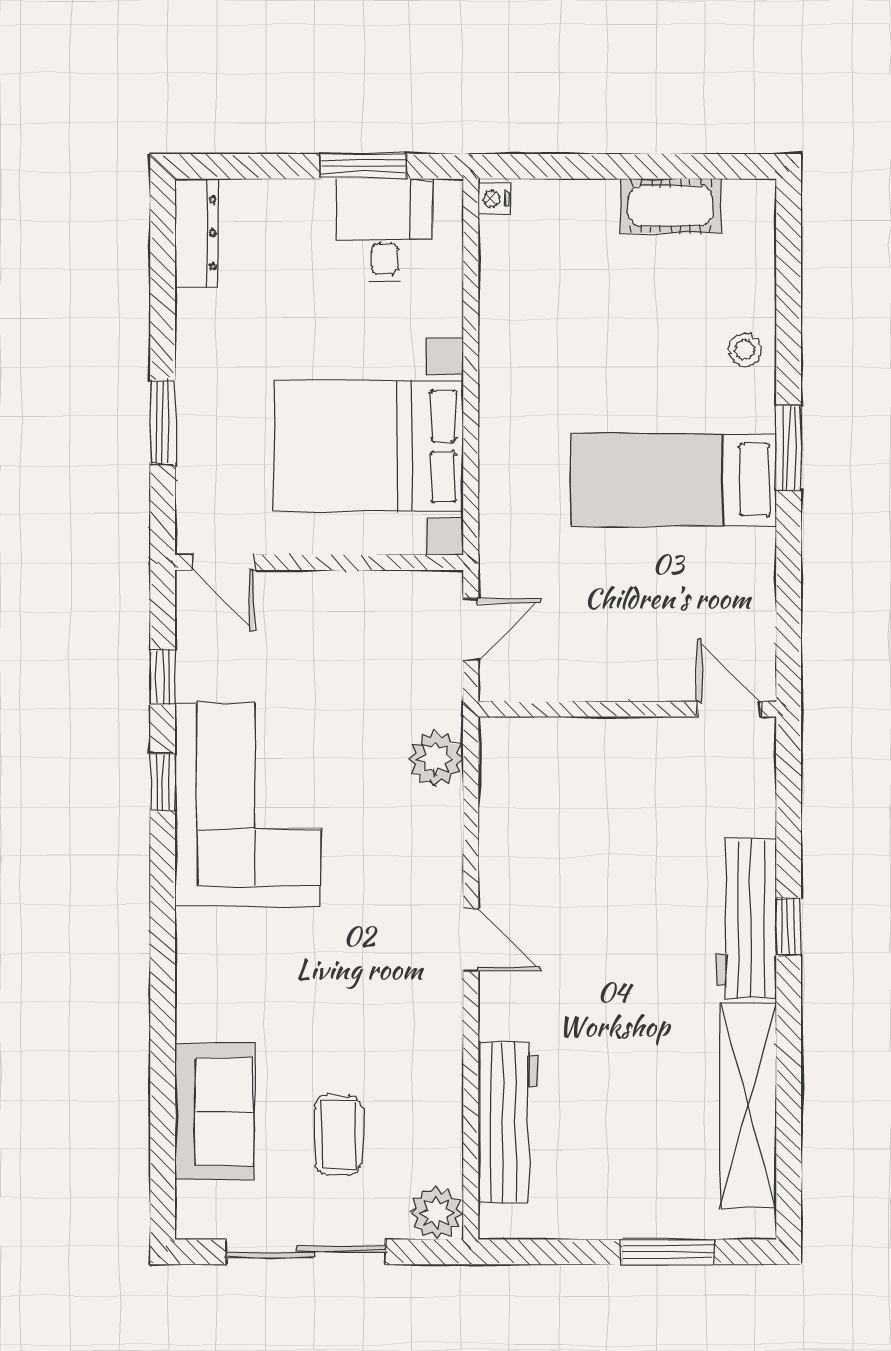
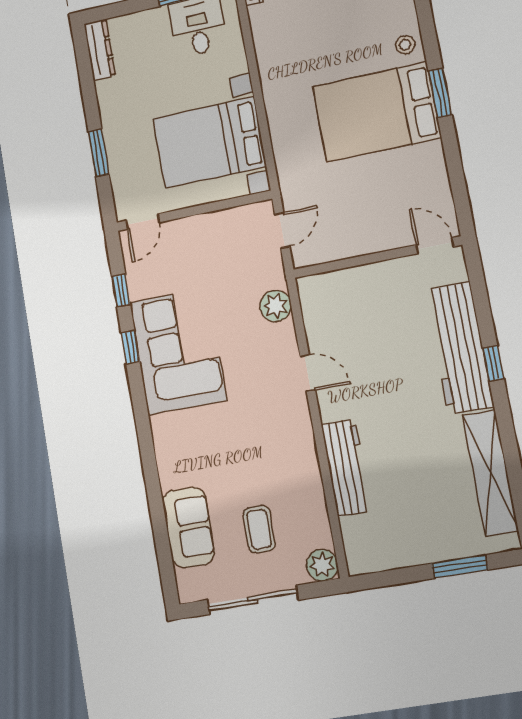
bed: (674, 480) -> (377, 112), width x1.50
door: (223, 562) -> (143, 221), hinge flipped
workbench: (746, 919) -> (459, 348), width x1.36, depth x1.32
door: (471, 940) -> (308, 373), moved
workbench: (508, 1122) -> (346, 467), moved

